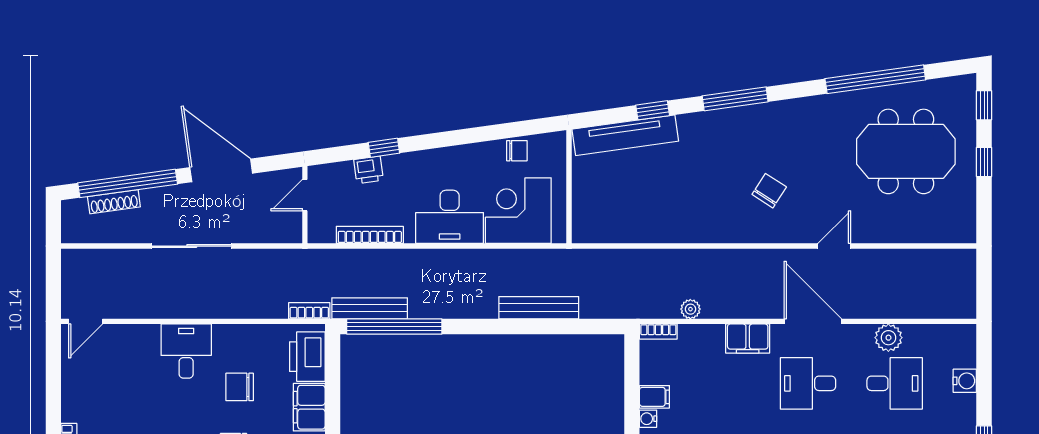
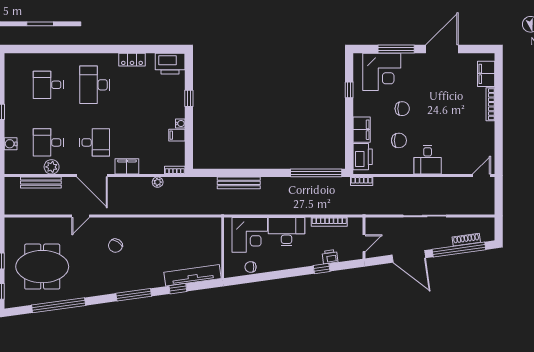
bench: (370, 308) -> (41, 183), moved

